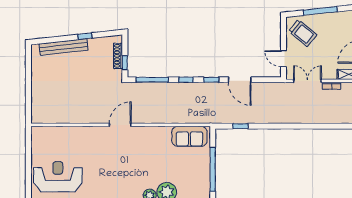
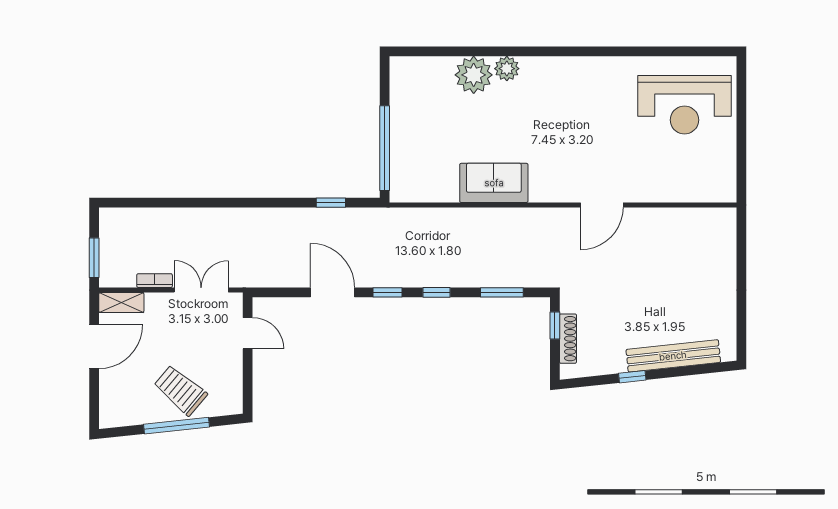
trolley: (303, 33) -> (180, 390), moved
window: (152, 80) -> (502, 292), width x0.69
double door: (307, 81) -> (201, 290), swing flipped
door: (120, 125) -> (602, 205), moved
sofa: (189, 136) -> (494, 183), moved
window: (213, 169) -> (385, 148), moved

